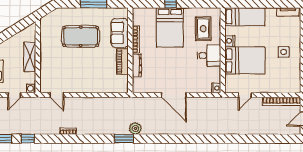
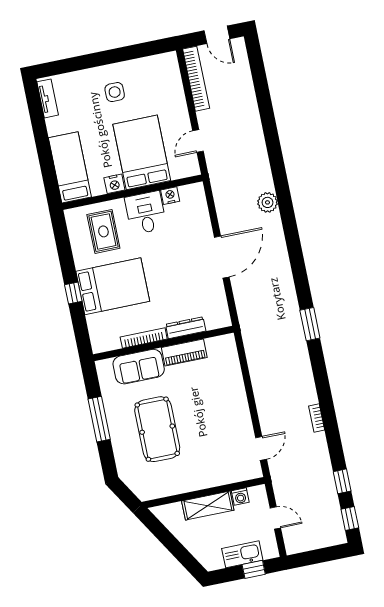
rug: (203, 29) -> (103, 231), turned 90
washing machine: (31, 88) -> (240, 497), moved
nightstand: (216, 88) -> (170, 196), moved
door: (245, 95) -> (198, 141), swing flipped
plant: (135, 128) -> (268, 202), moved

